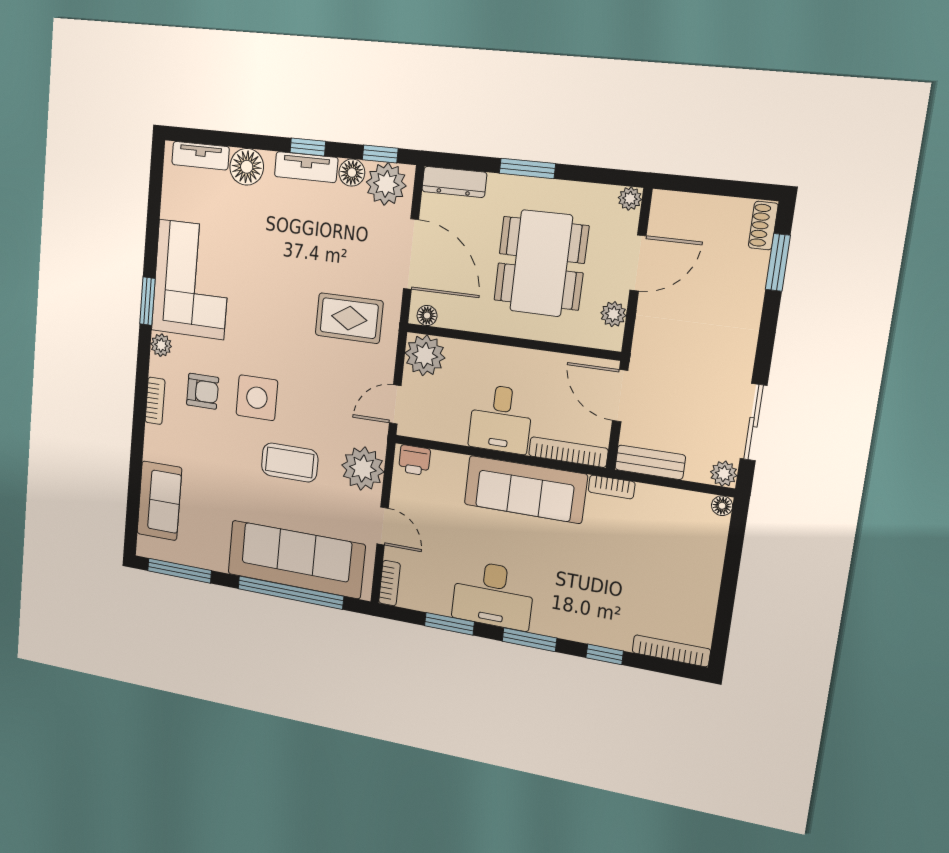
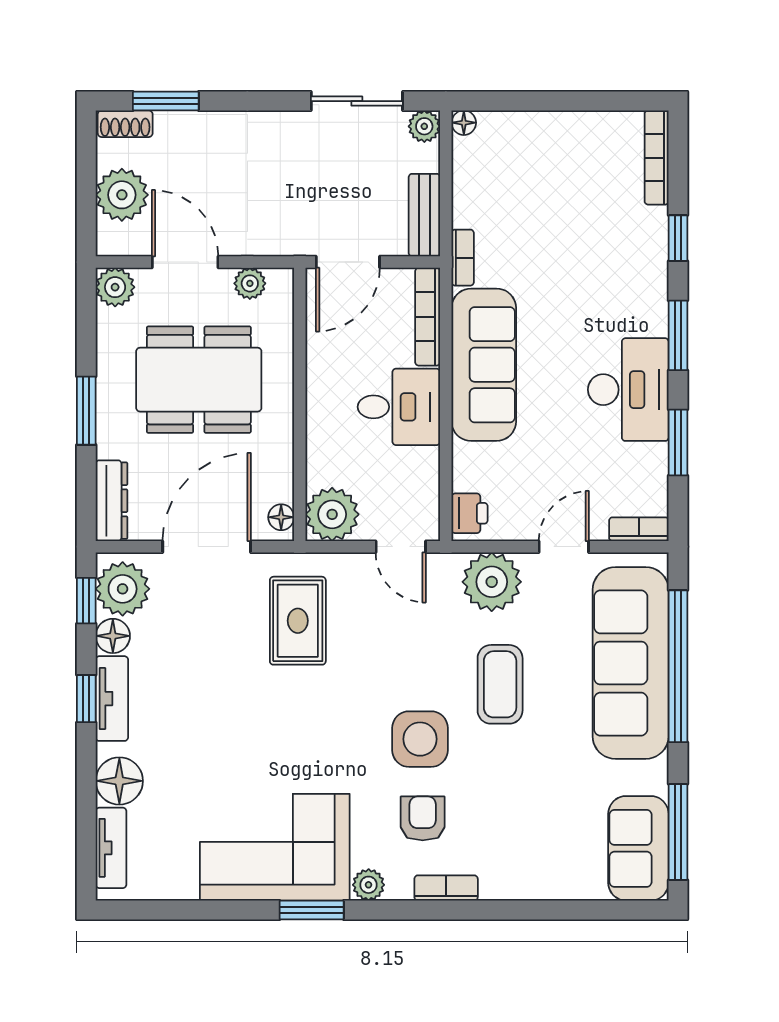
plant: (630, 199) -> (115, 287), width x1.38, depth x1.38
plant: (702, 216) -> (122, 195), added
sofa: (159, 501) -> (638, 848), moved, turned -90

